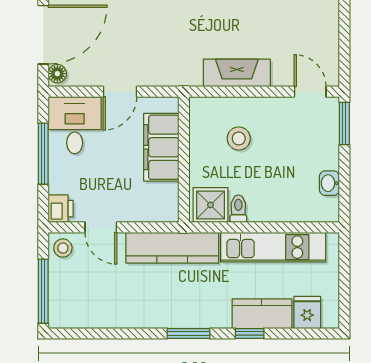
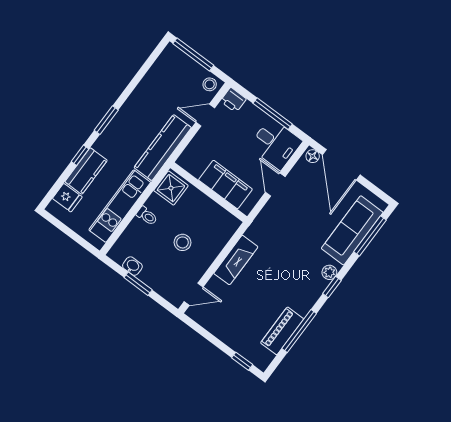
window: (344, 123) -> (138, 284), moved
stool: (239, 138) -> (182, 242), moved
toilet: (238, 209) -> (147, 216), moved

